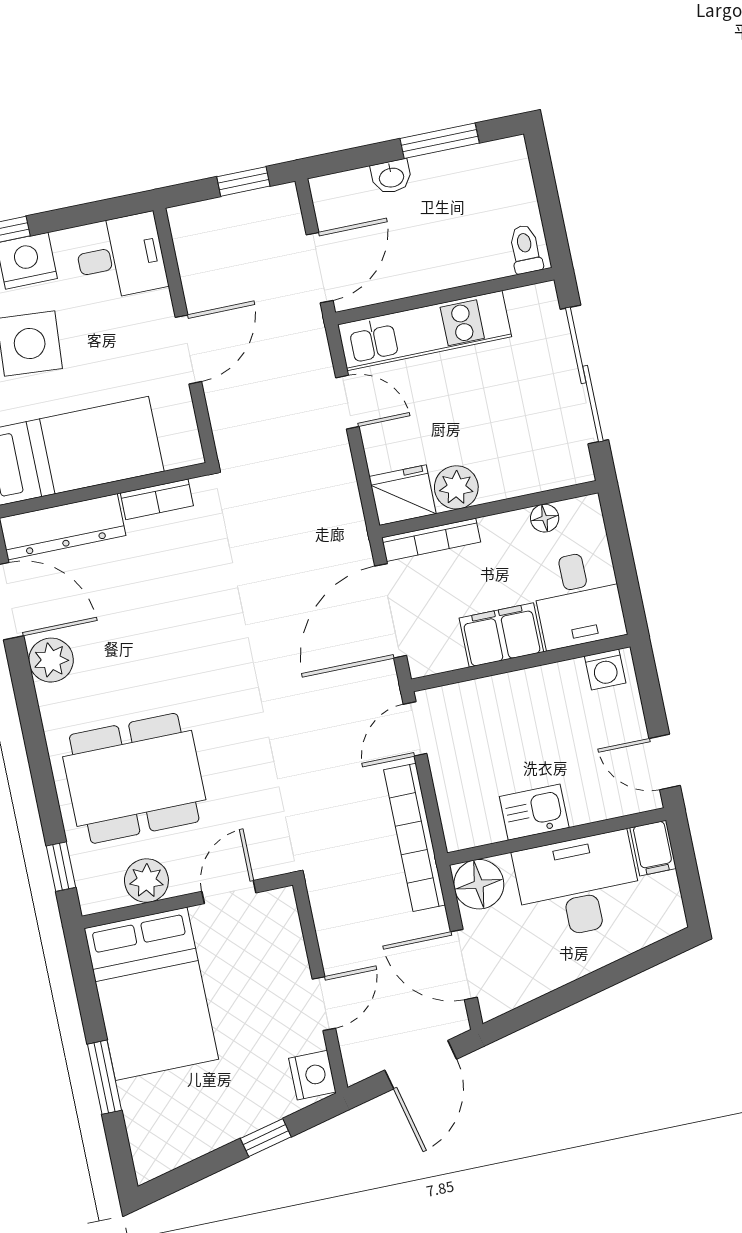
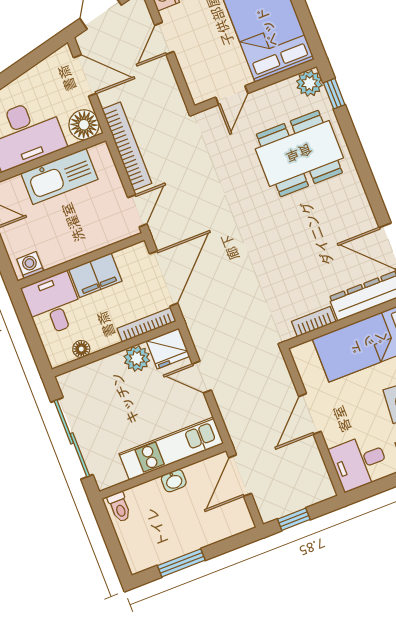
washbasin: (391, 177) -> (174, 481), moved, turned 180
door: (347, 402) -> (202, 377), moved
plant: (51, 660) -> (361, 216), removed
kitchen sink: (534, 812) -> (59, 176), width x1.88, depth x1.24
plant: (146, 881) -> (309, 83), moved

